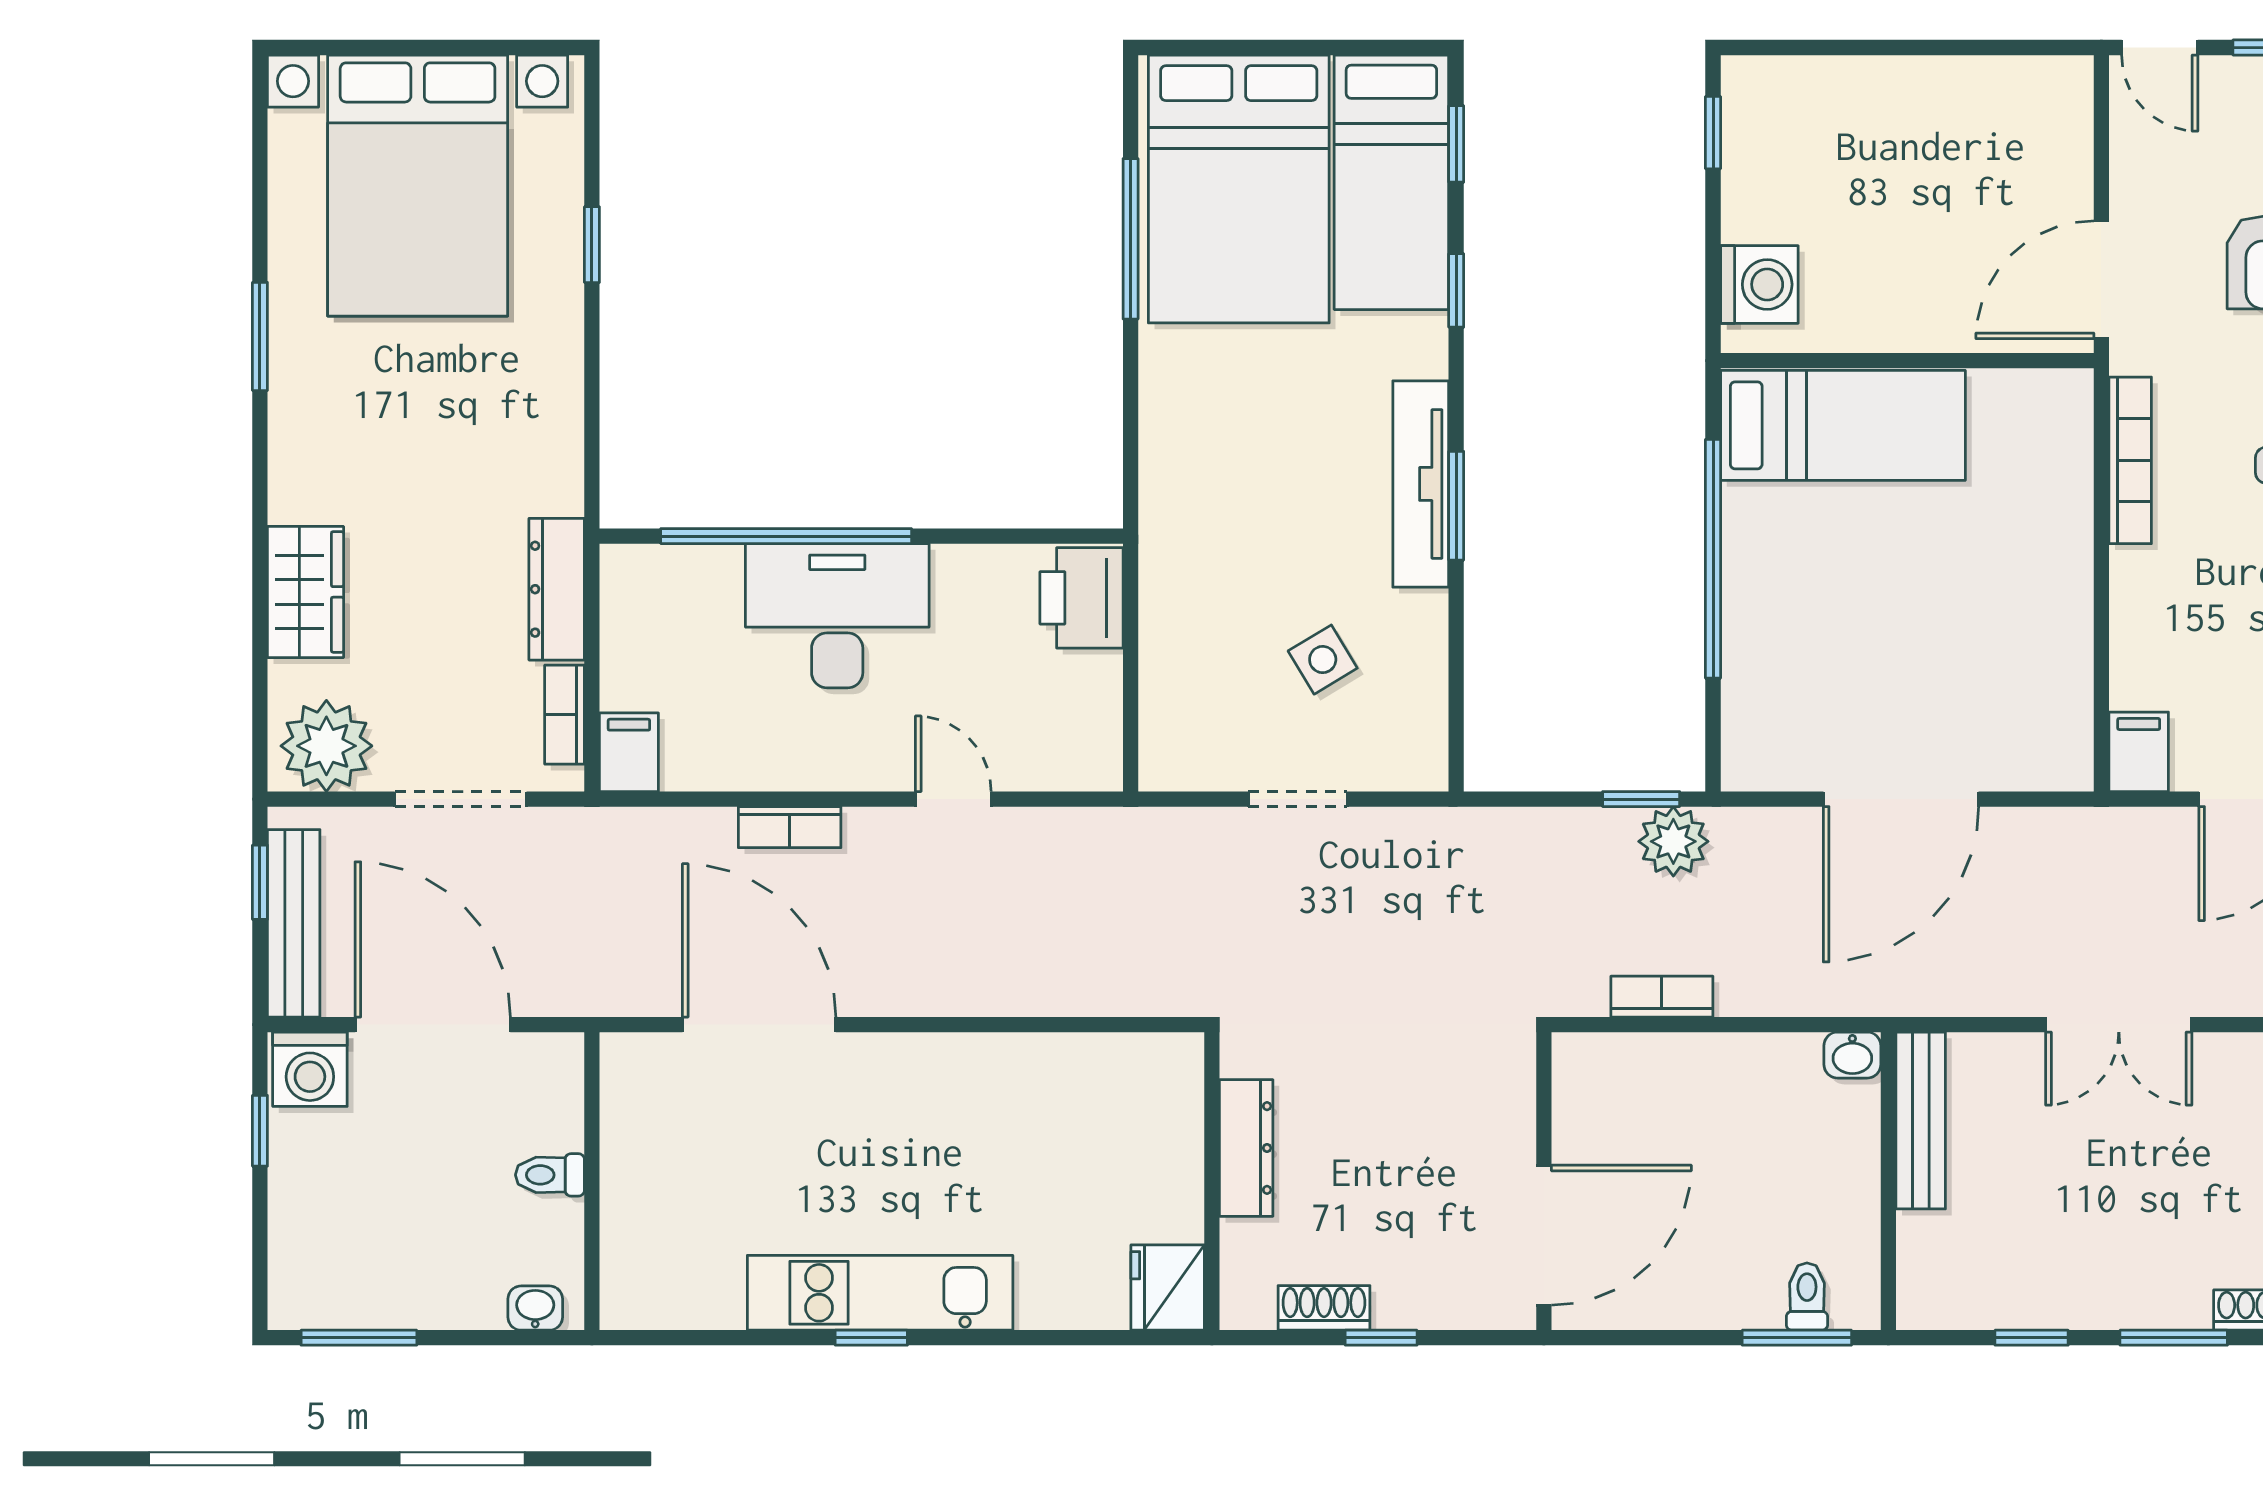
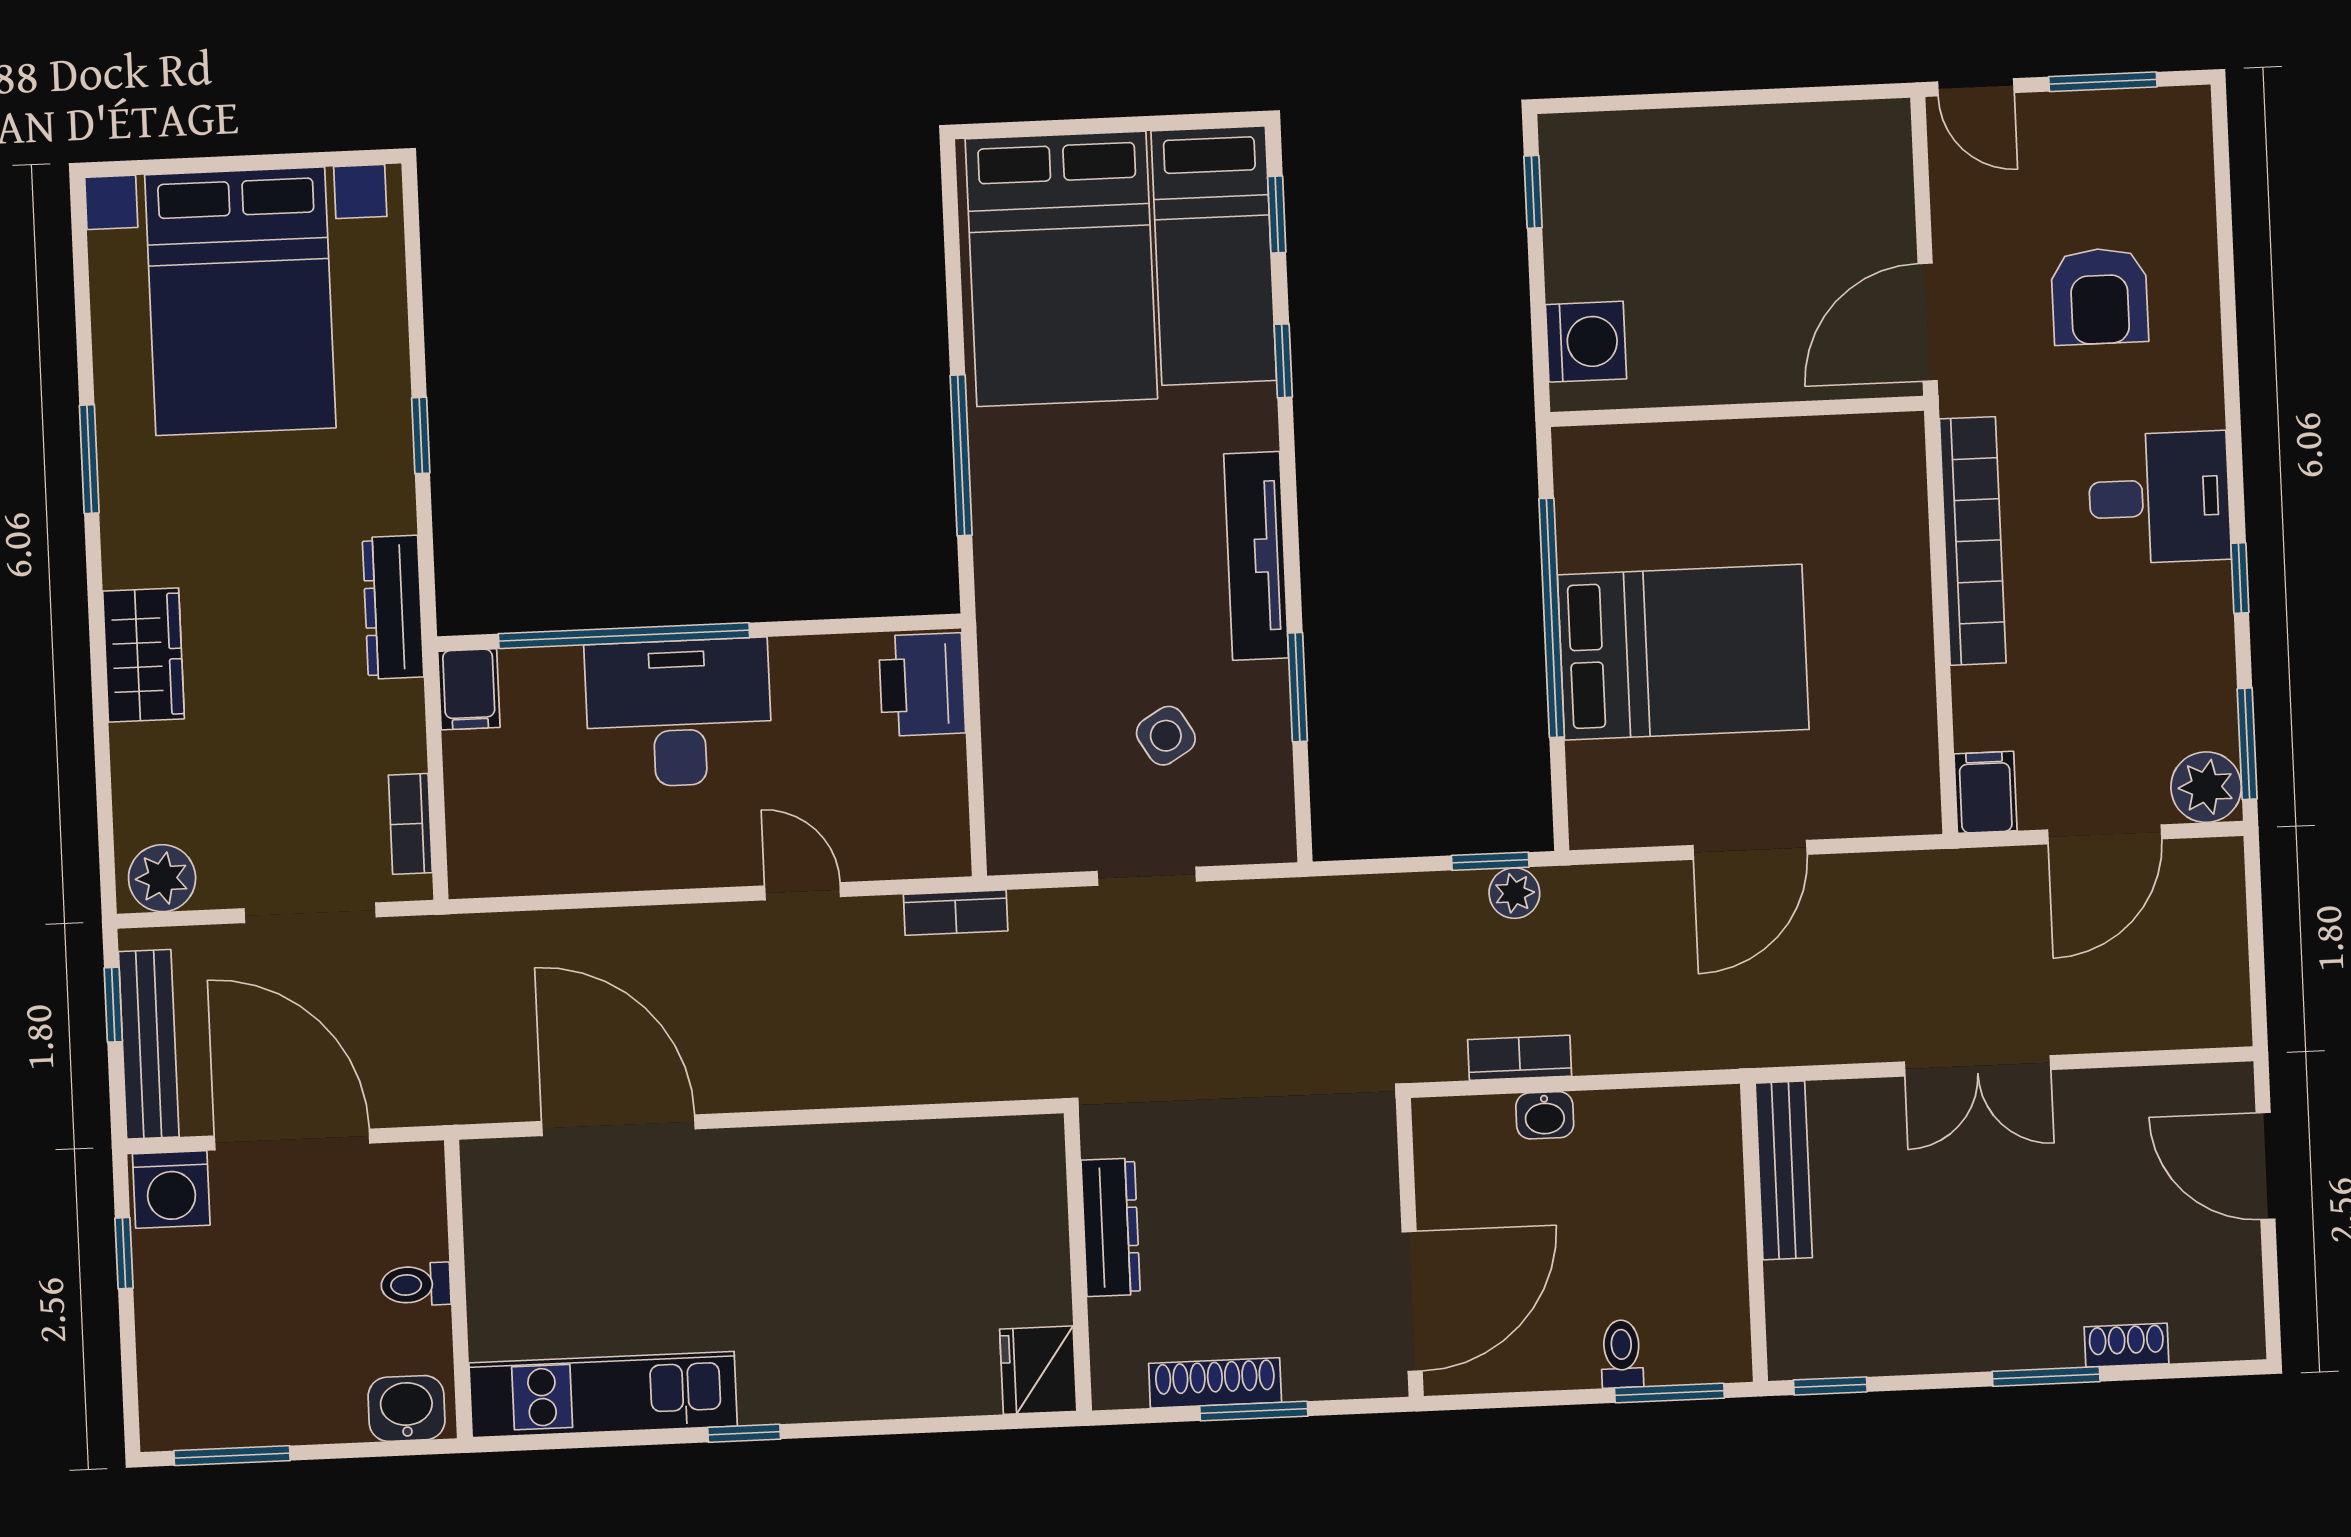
window: (1131, 239) -> (961, 455), moved
window: (592, 245) -> (421, 435), moved
bed: (1843, 425) -> (1683, 652), moved, width x1.50
bookcase: (2130, 460) -> (1973, 541), width x1.48, depth x1.31
window: (1456, 506) -> (1297, 687), moved
dresser: (557, 589) -> (393, 607), moved
wardrobe: (305, 592) -> (144, 655), moved
plant: (326, 746) -> (162, 878), width x0.73, depth x0.73
filing cabinet: (629, 752) -> (469, 689), moved, turned 180
door: (1901, 799) -> (1750, 850), width x0.73
bookcase: (790, 827) -> (956, 913), moved
plant: (1673, 841) -> (1514, 893), width x0.73, depth x0.73
washbasin: (1852, 1055) -> (1545, 1115), moved
kitchen unit: (880, 1293) -> (603, 1394), moved
toilet: (1807, 1297) -> (1622, 1354), moved
washbasin: (535, 1308) -> (407, 1408), width x1.38, depth x1.45
shoe rack: (1324, 1308) -> (1215, 1383), width x1.43
window: (1381, 1338) -> (1254, 1411), width x1.50
window: (2032, 1338) -> (1830, 1386), moved

